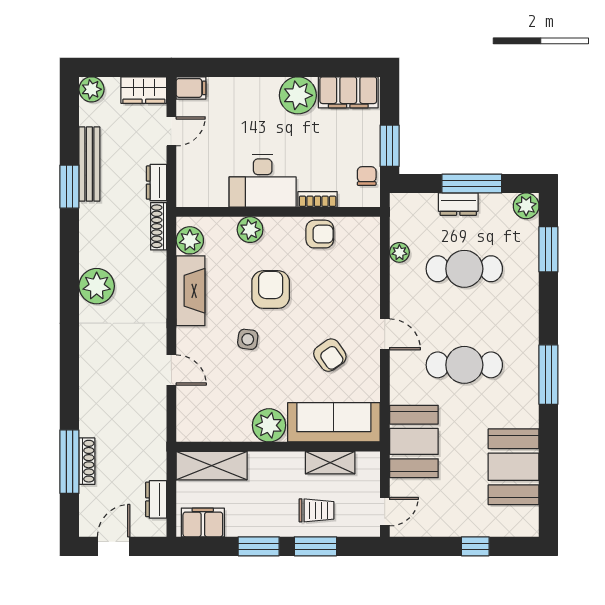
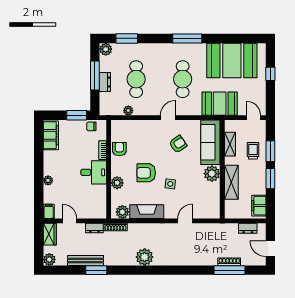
plant: (298, 95) -> (48, 180), moved, width x0.53, depth x0.53
desk: (263, 181) -> (94, 172), width x0.73
shelving: (212, 466) -> (231, 182), moved
booth: (514, 467) -> (232, 60), width x1.36, depth x1.42

